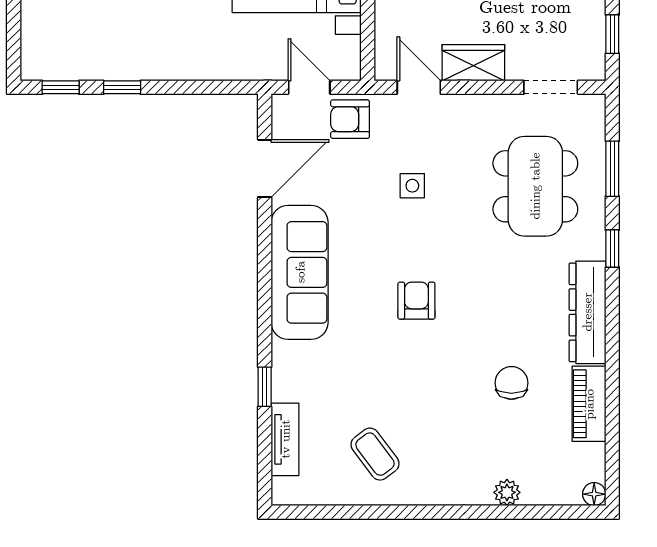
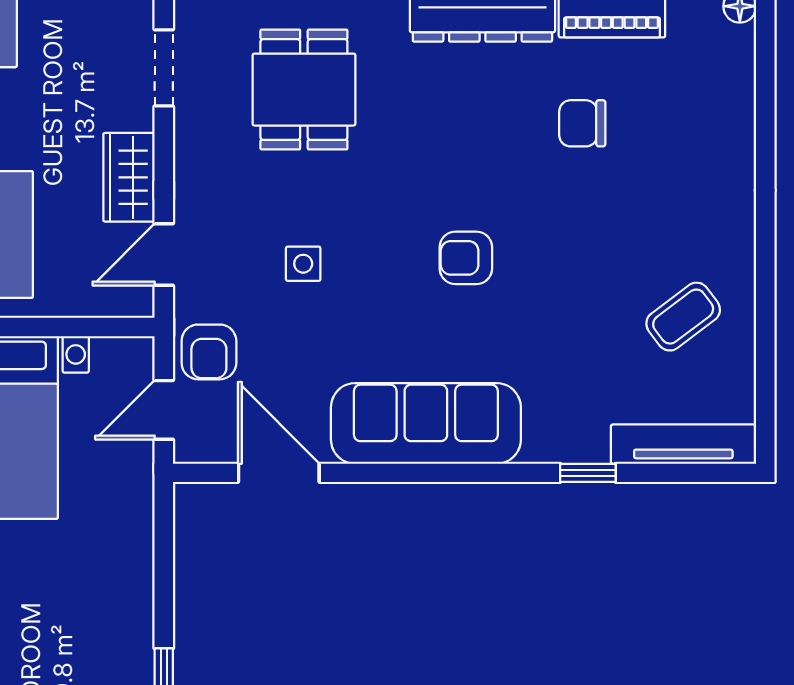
dining table: (535, 186) -> (304, 90), width x0.73
tv unit: (285, 439) -> (683, 444), width x1.41
plant: (507, 492) -> (737, 130), removed

